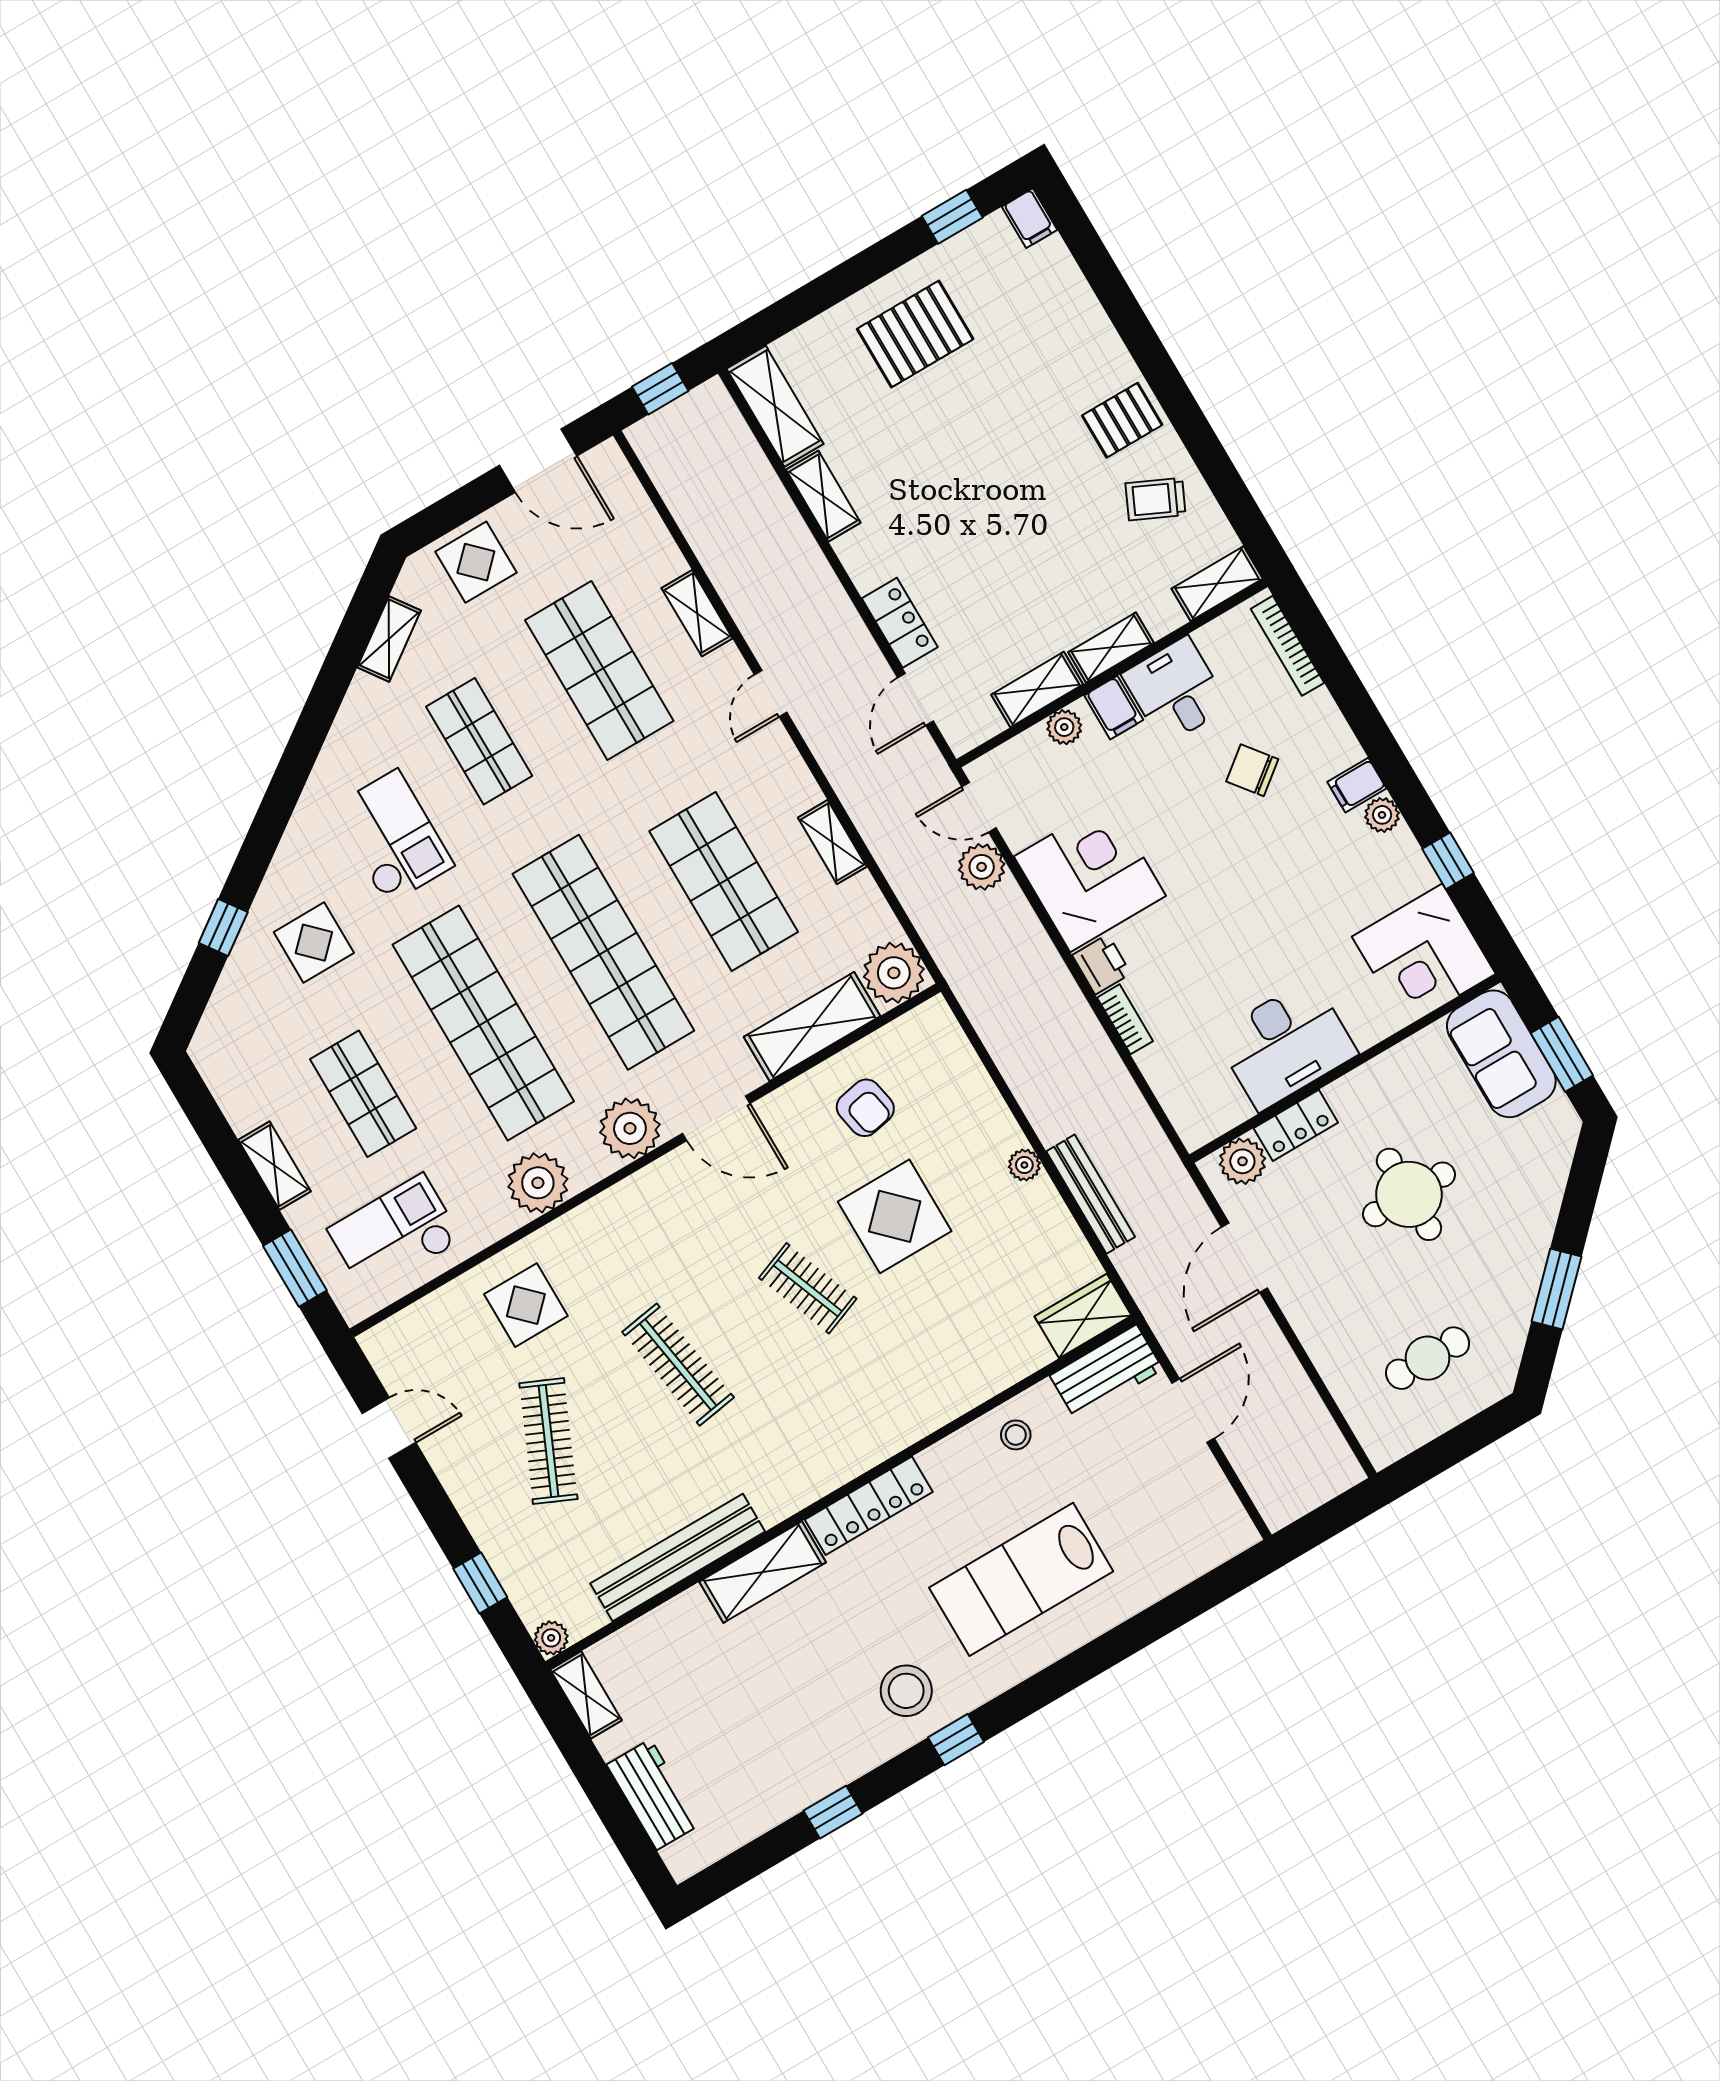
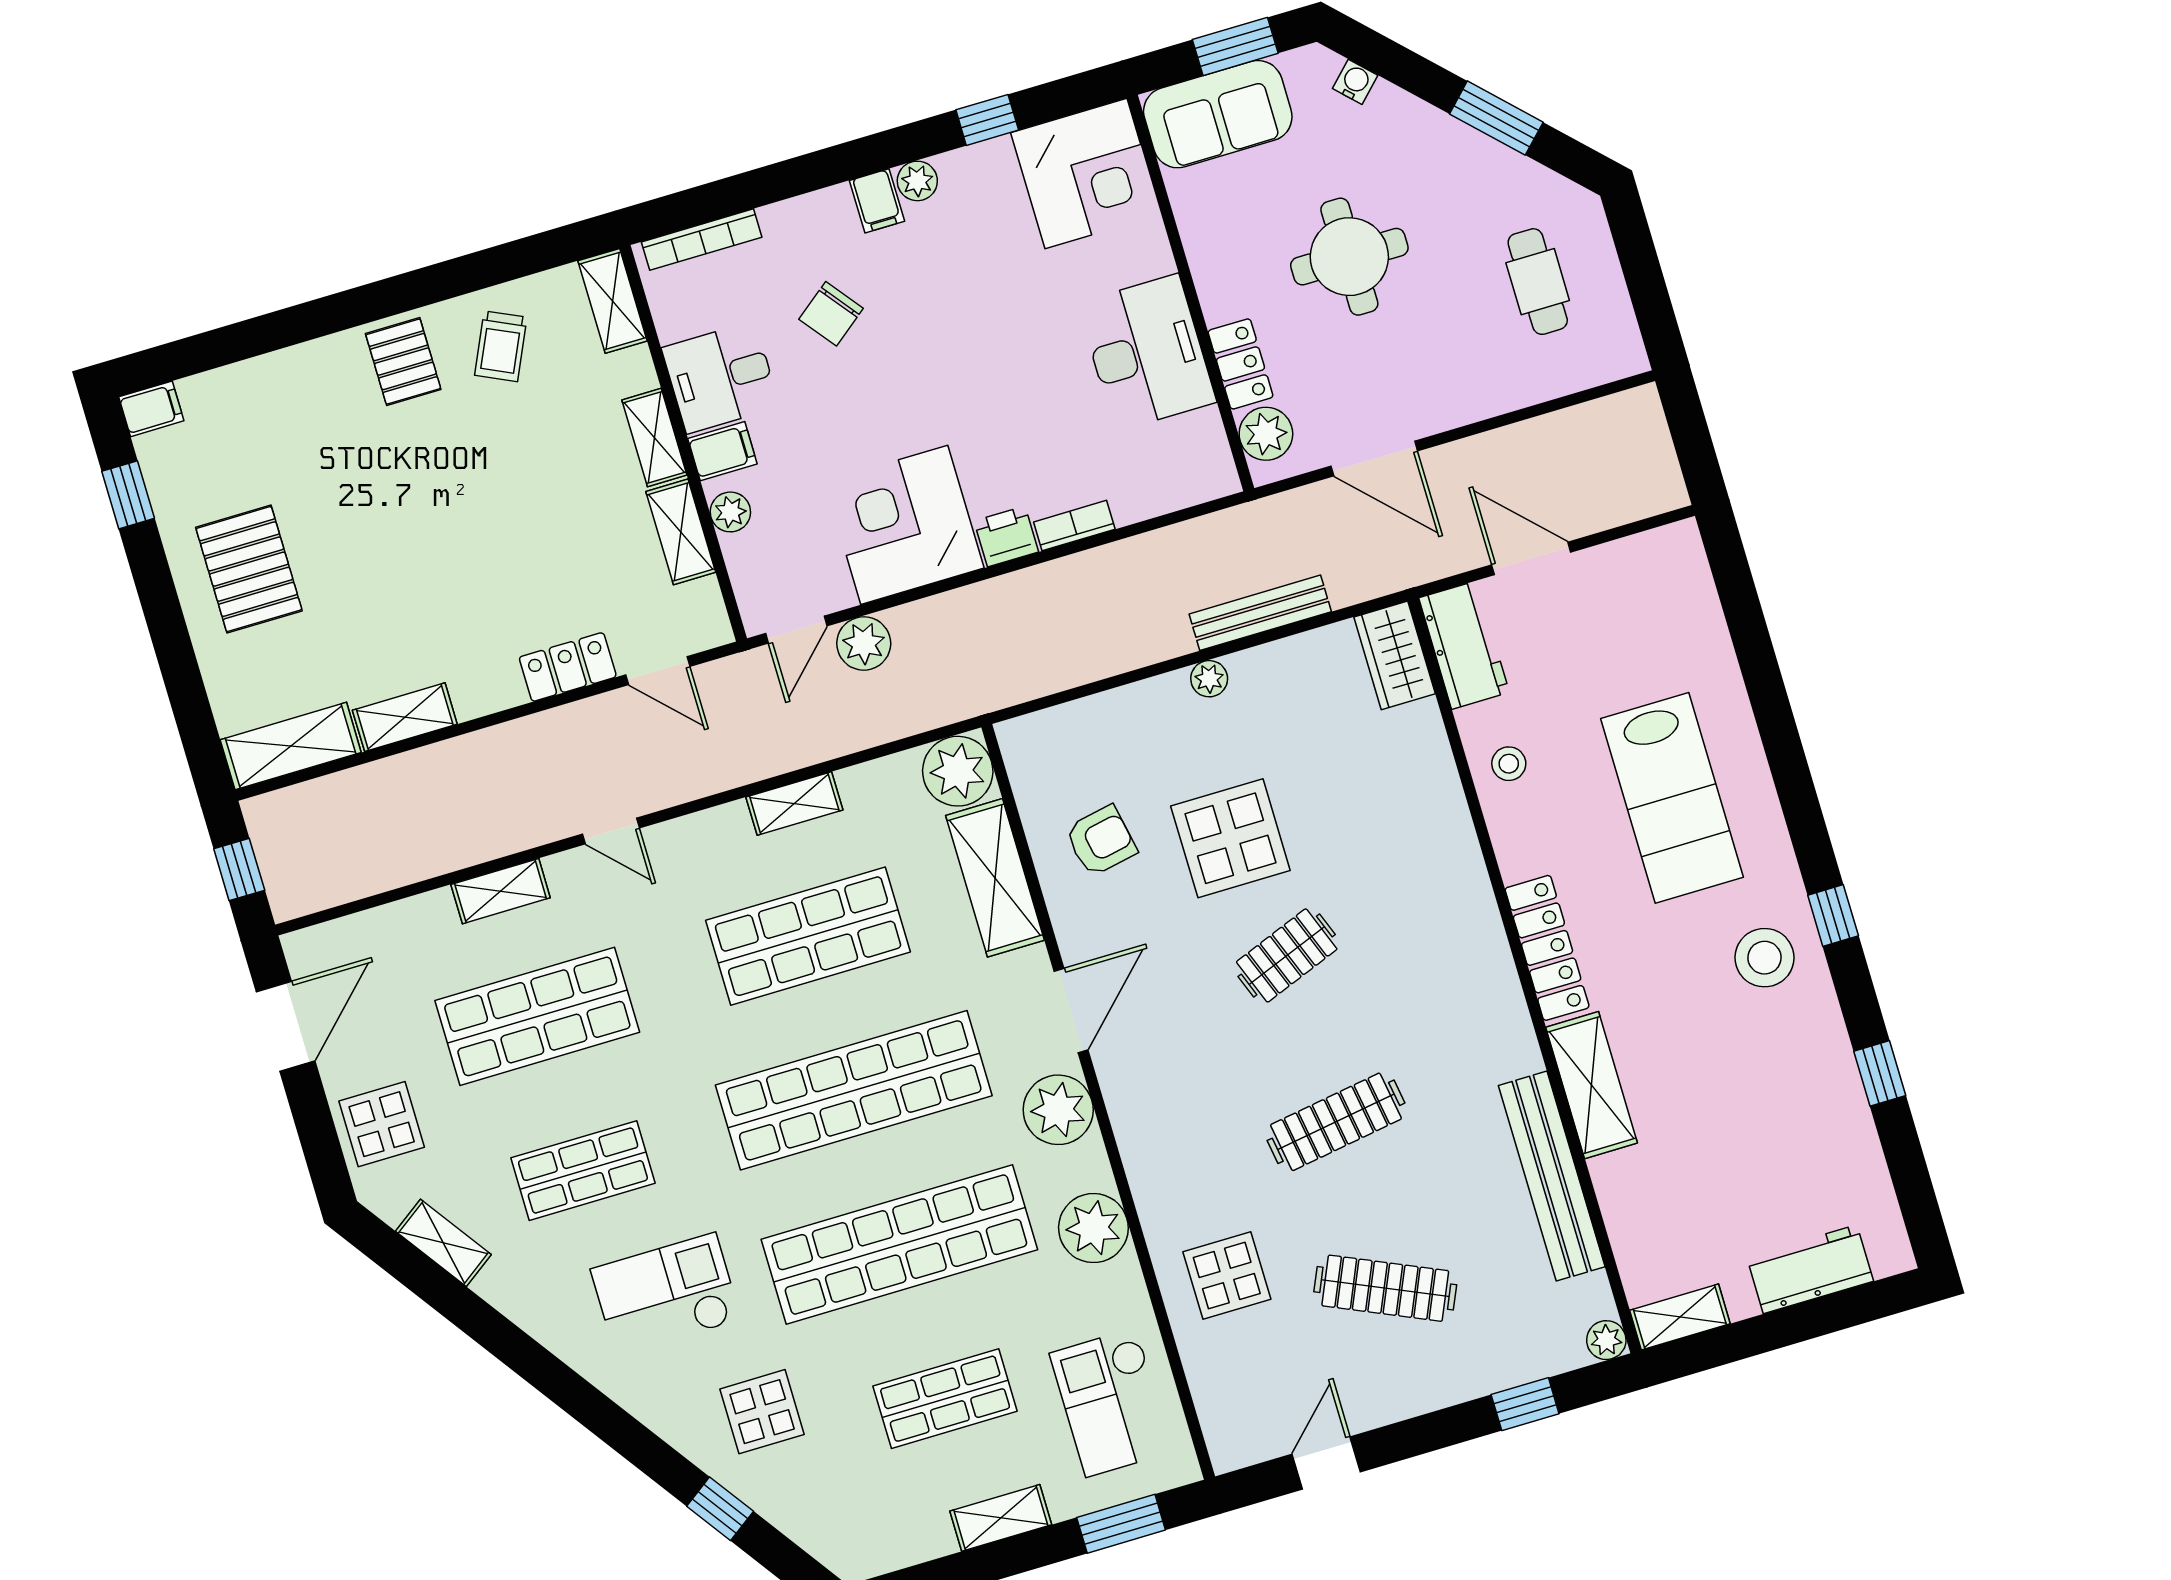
water cooler: (1557, 1163) -> (1355, 82), added

